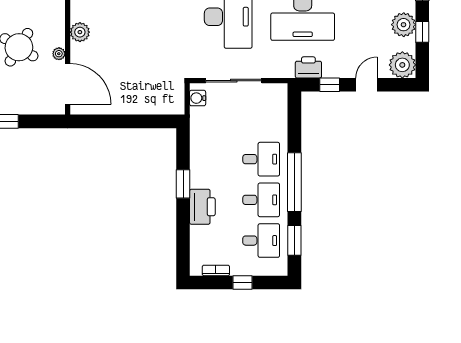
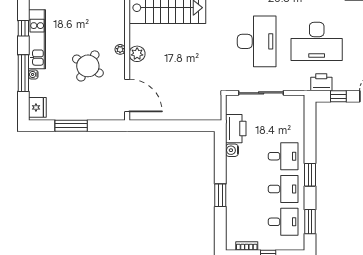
plant: (59, 54) -> (120, 49), moved
water cooler: (198, 98) -> (232, 150), moved
window: (294, 182) -> (310, 175), width x0.47
window: (183, 184) -> (220, 195), moved
printer: (202, 207) -> (236, 129), moved

